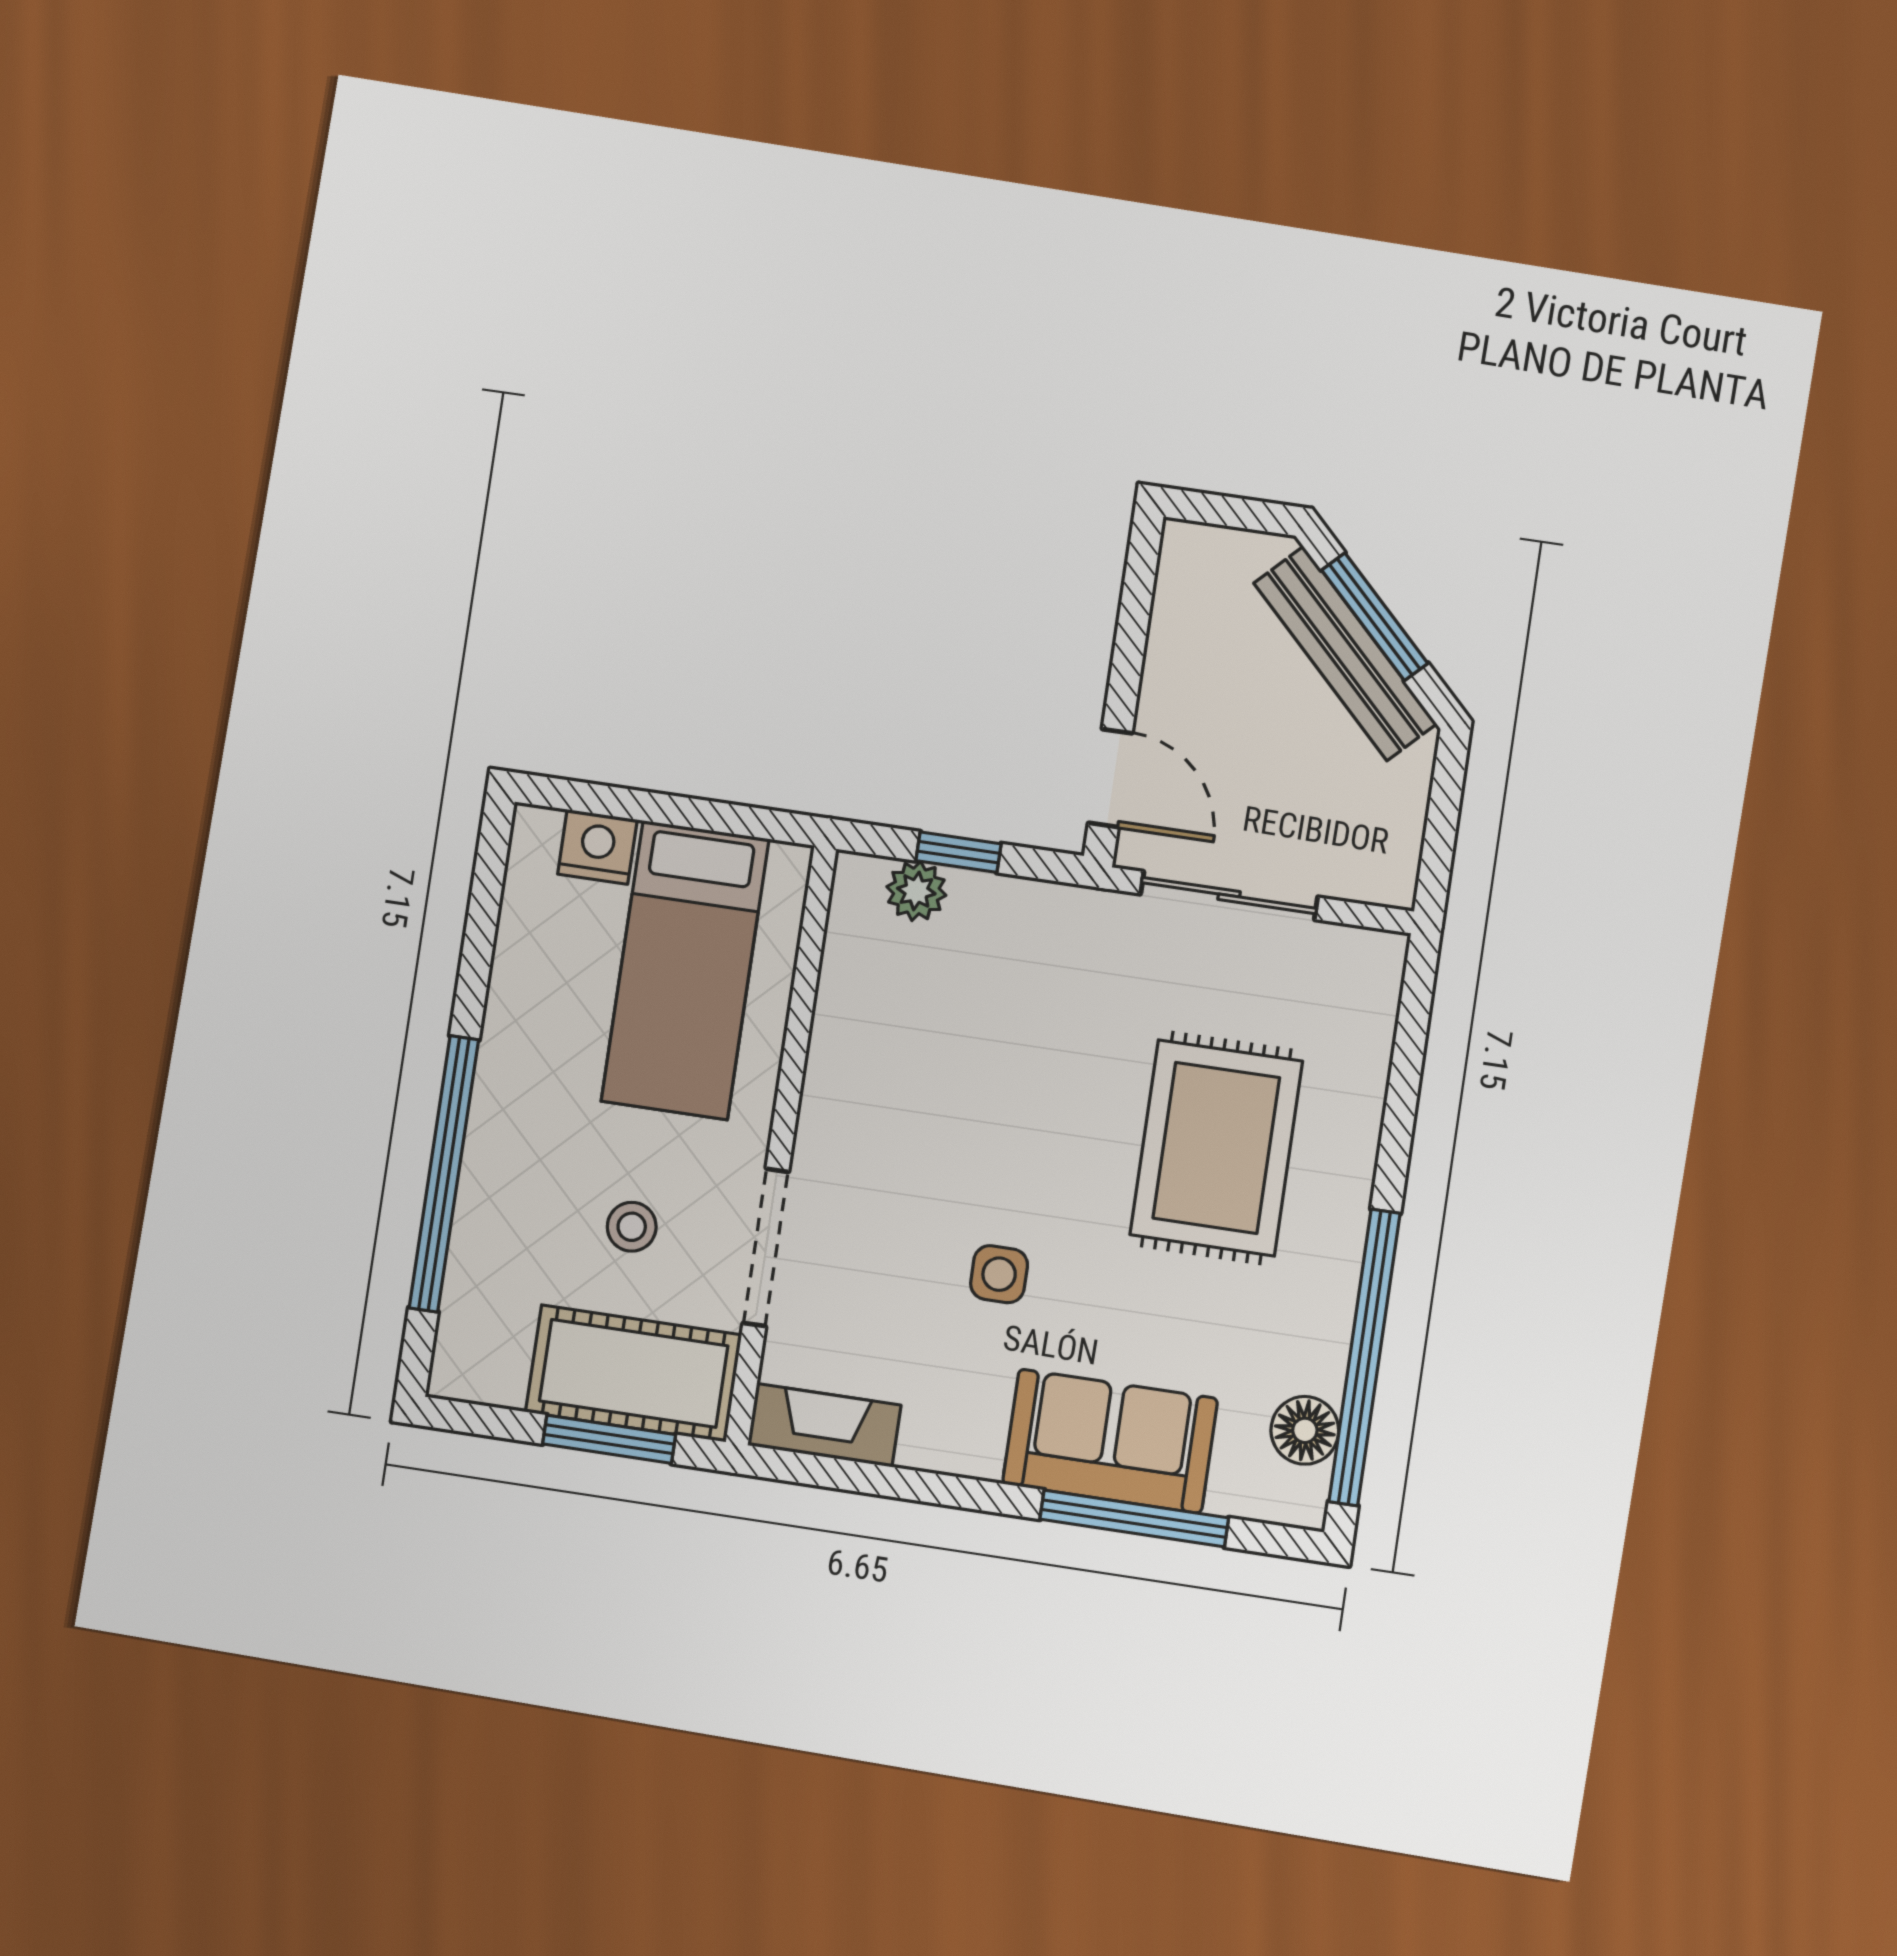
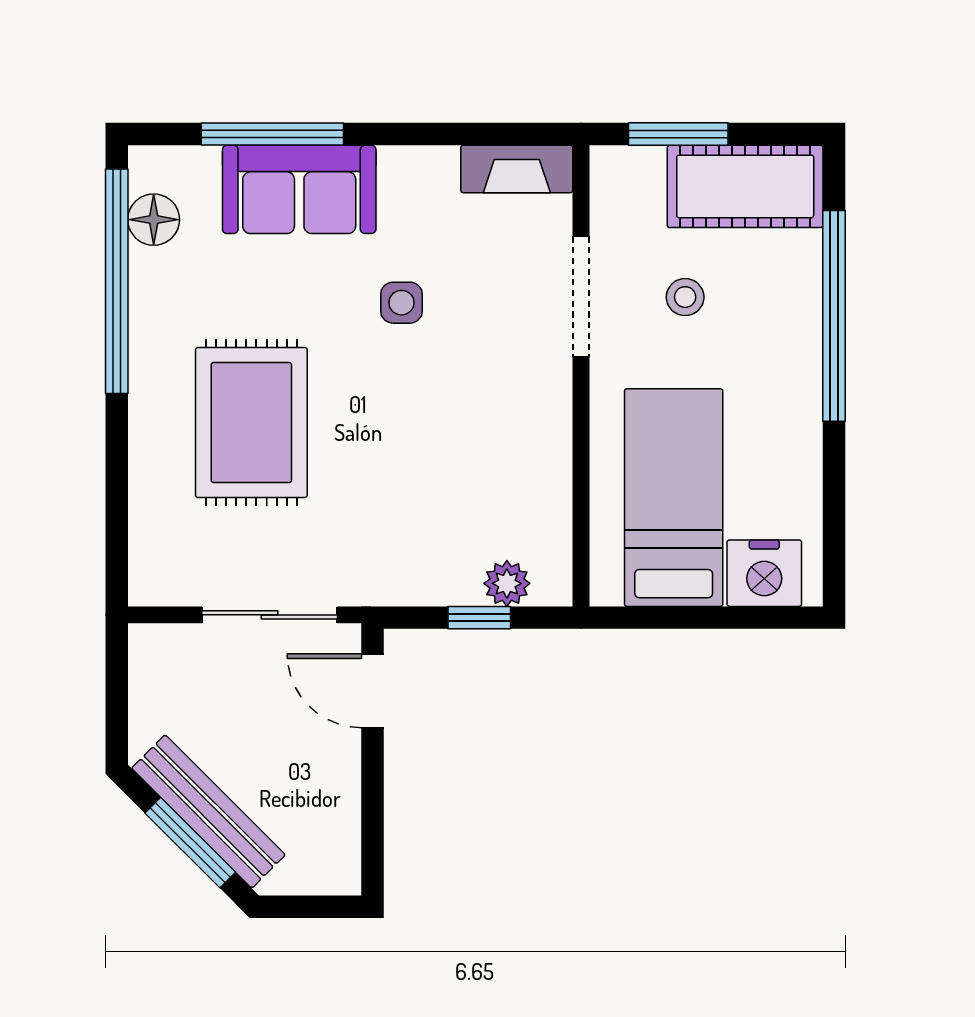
nightstand: (597, 847) -> (764, 573), width x1.36, depth x1.33
cot: (634, 1373) -> (745, 186), moved

